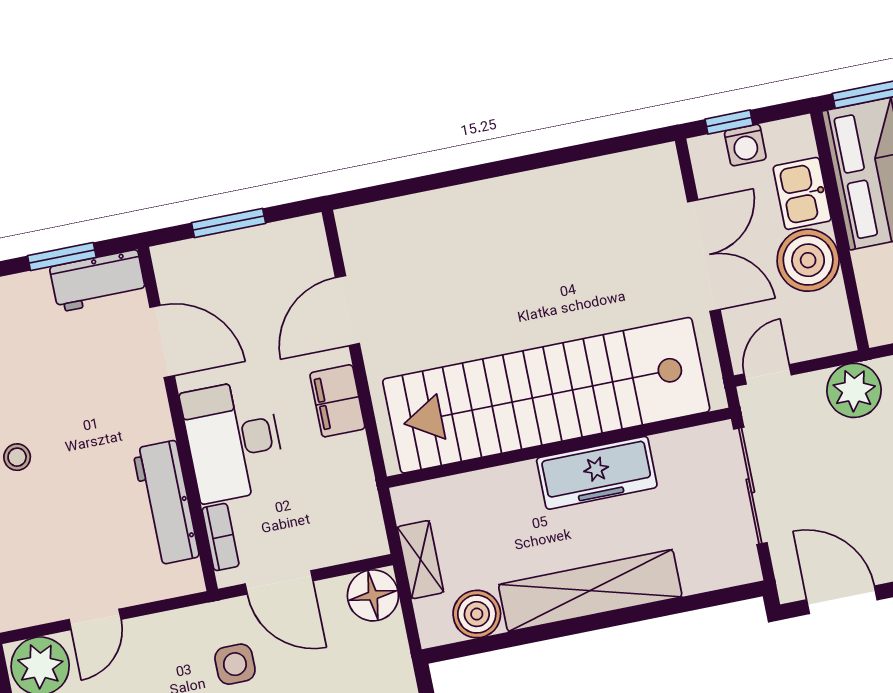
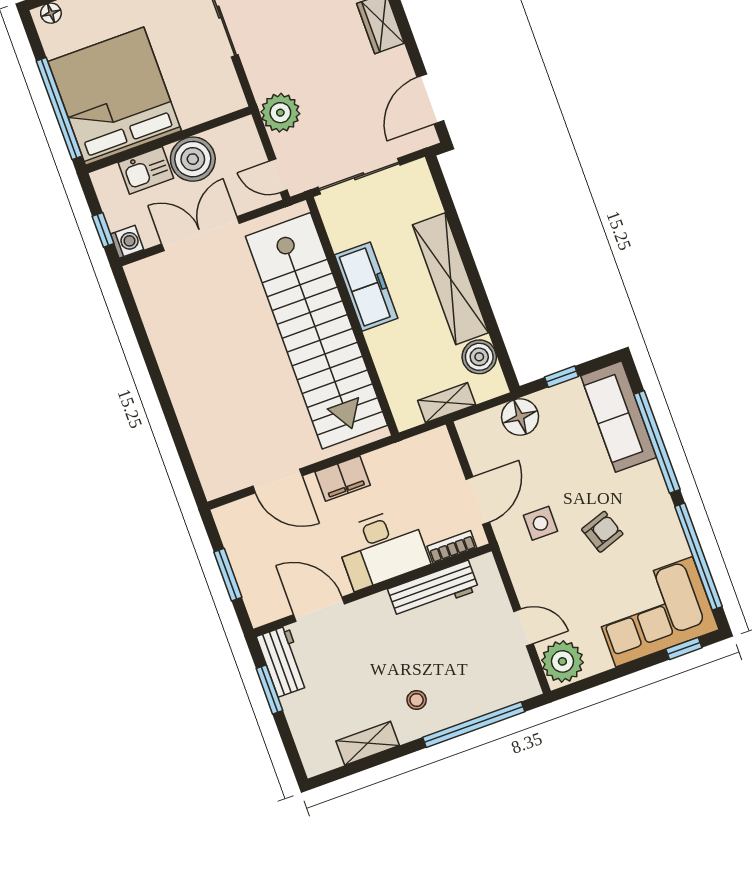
washing machine: (745, 145) -> (127, 242), moved
door: (162, 342) -> (319, 609), hinge flipped
floor lamp: (373, 595) -> (520, 417), moved

